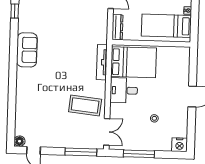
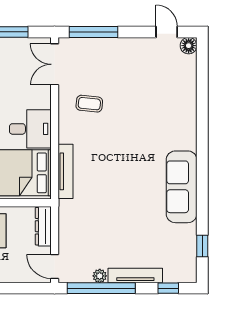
sofa: (27, 50) -> (182, 187), width x1.36
coffee table: (85, 106) -> (89, 104), width x0.54, depth x0.58

